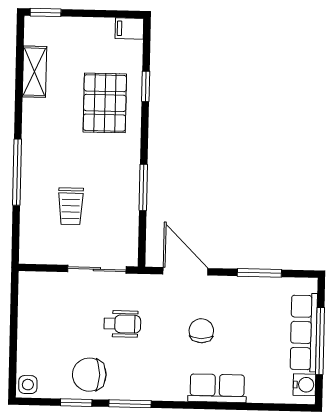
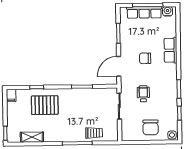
trolley: (71, 206) -> (94, 133), moved
chair: (89, 375) -> (151, 127), moved

